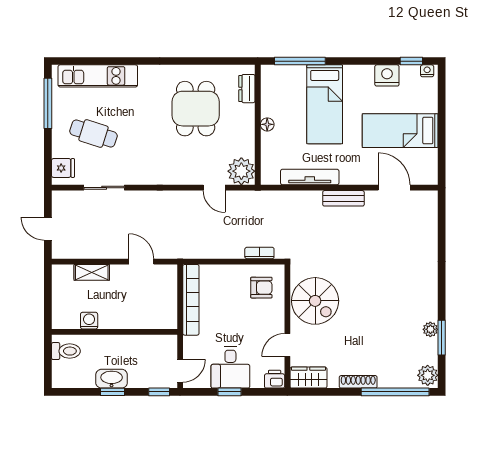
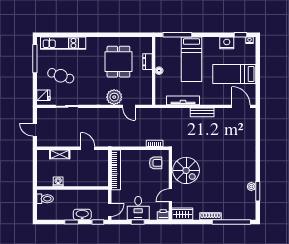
dresser: (247, 89) -> (148, 62), moved
plant: (241, 171) -> (114, 97), moved
door: (394, 188) -> (241, 106), moved
plant: (428, 375) -> (250, 213), removed
washbasin: (112, 379) -> (82, 214), moved

